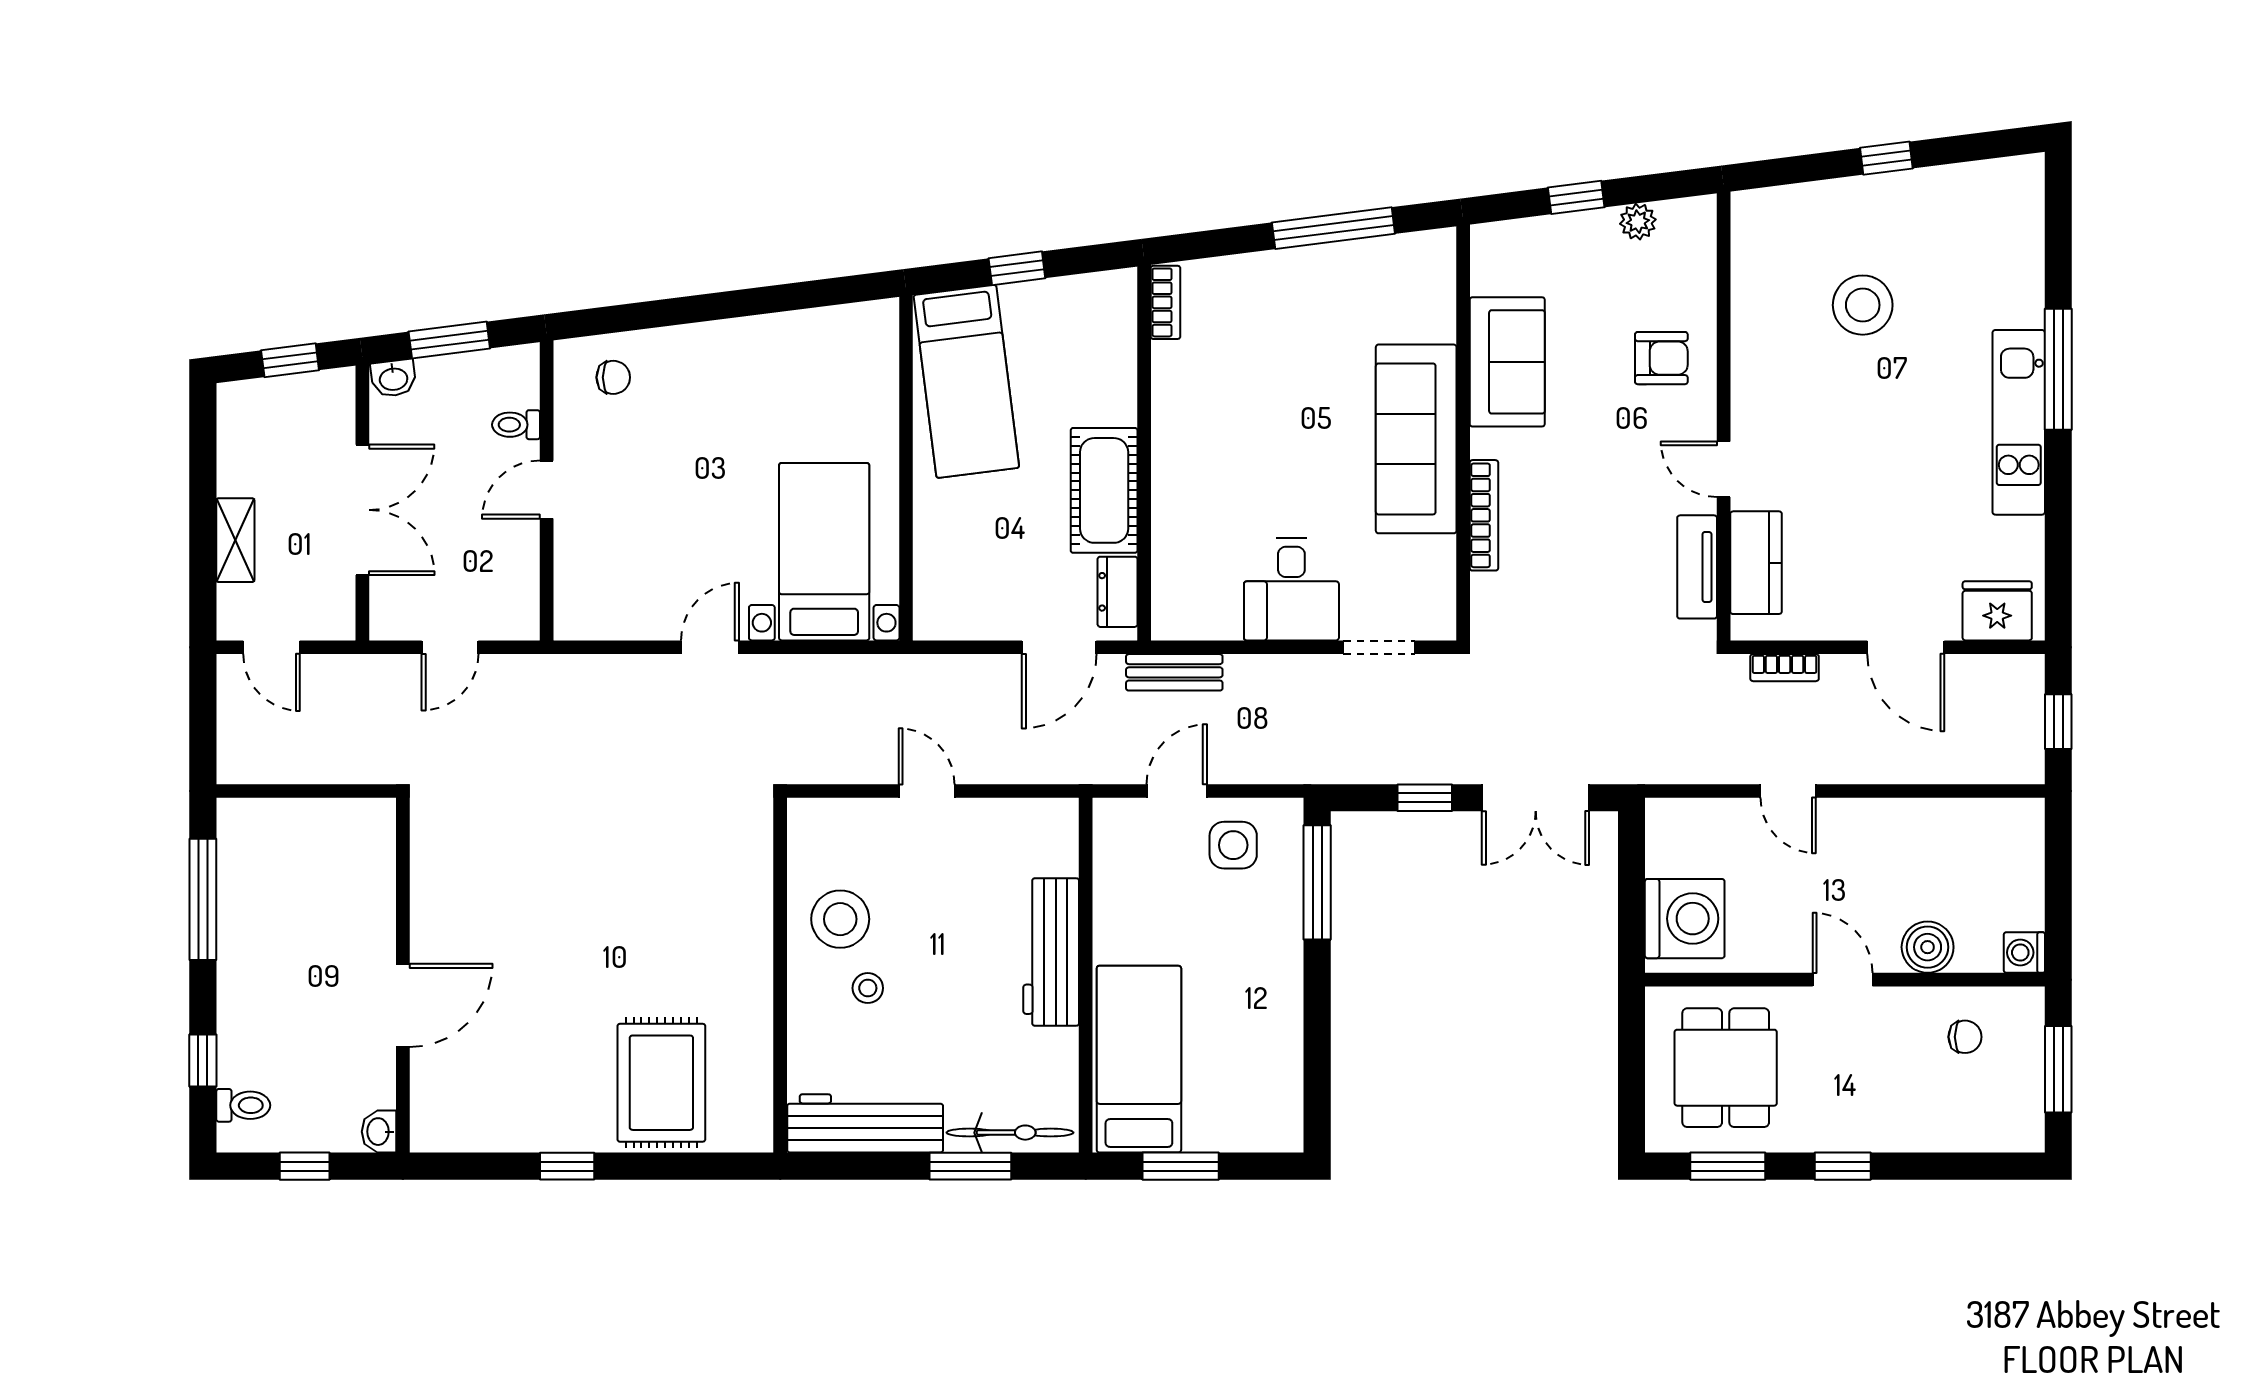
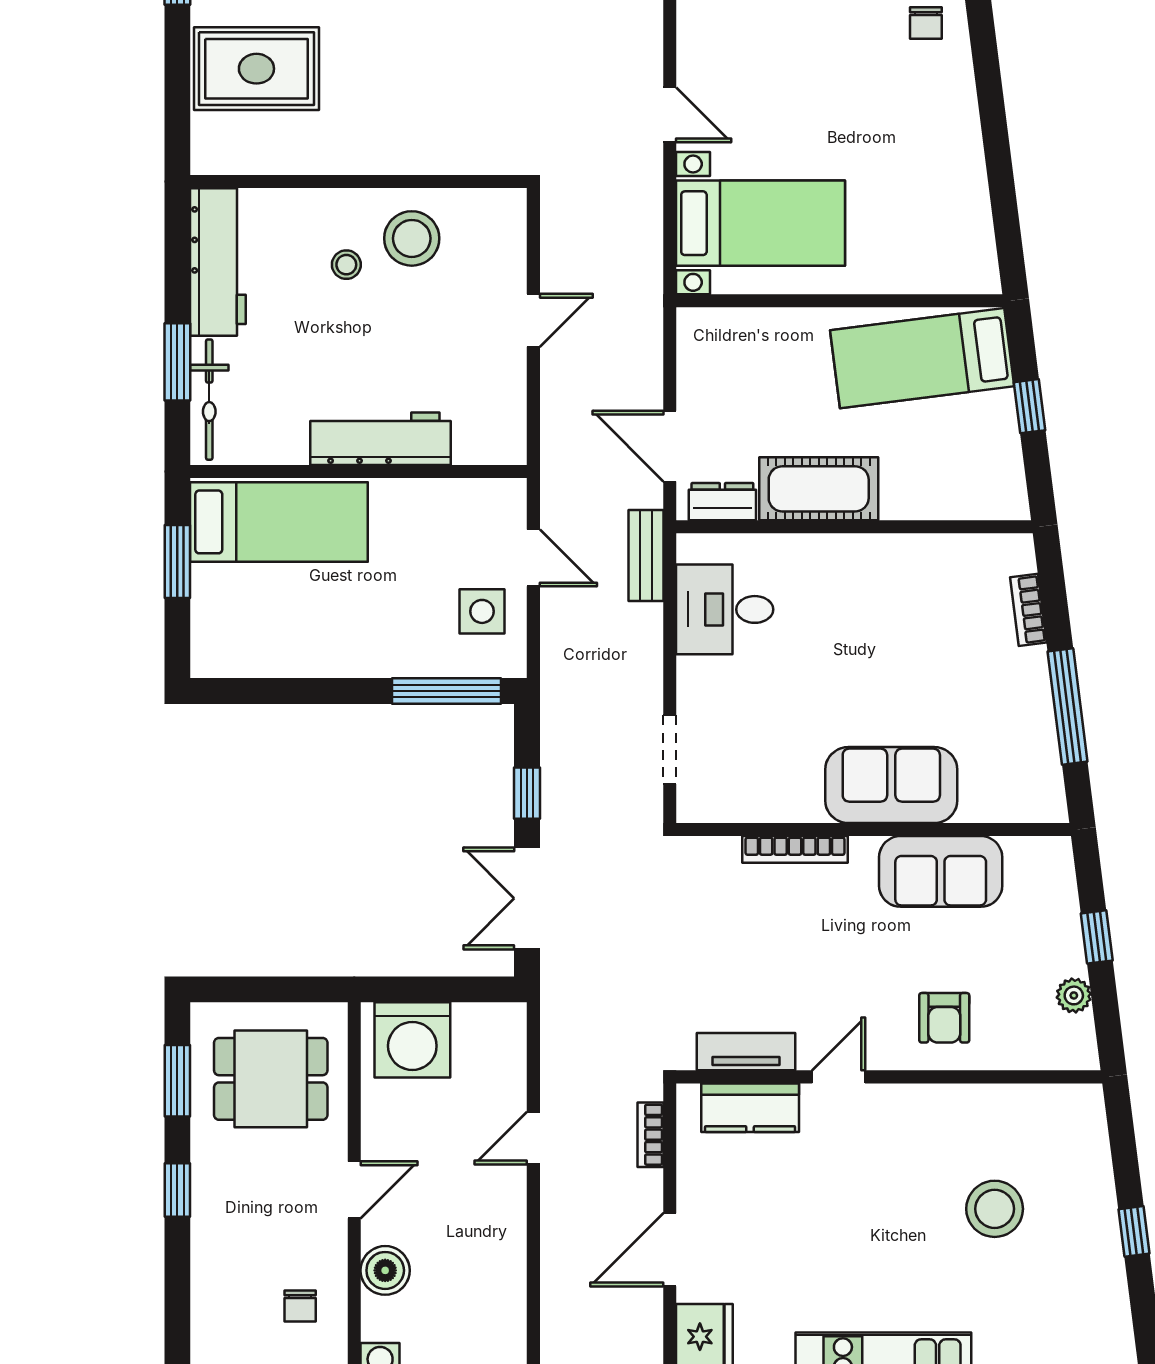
bookcase: (1166, 302) -> (1028, 610), moved, turned 83
sofa: (1416, 439) -> (891, 785), width x0.73
desk: (1291, 589) -> (725, 609), moved

